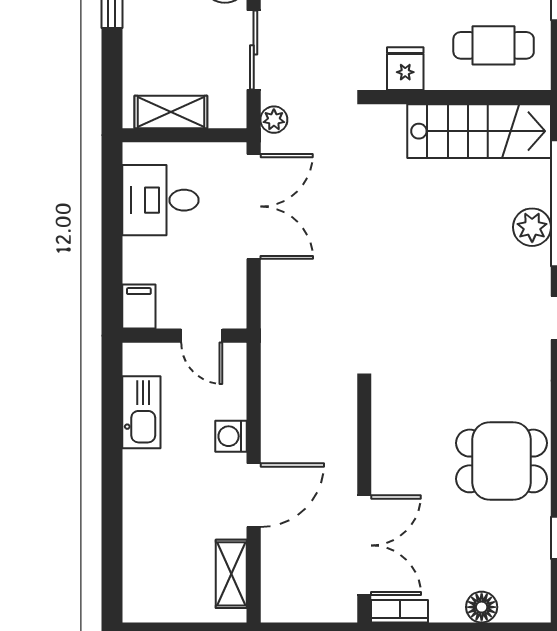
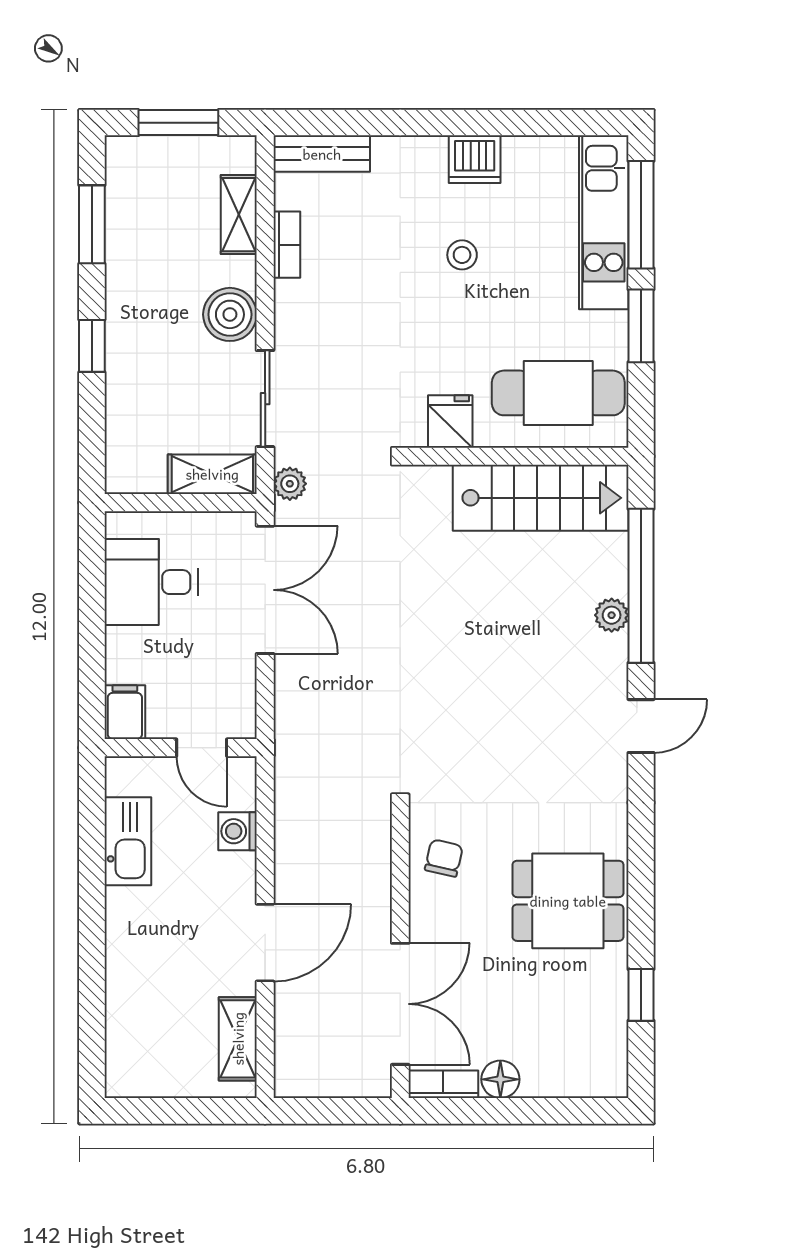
cafe table: (494, 45) -> (558, 393), width x1.37, depth x1.35
shelving: (171, 112) -> (212, 474), moved
plant: (532, 227) -> (612, 615), width x0.73, depth x0.73
chair: (400, 426) -> (444, 858), added
washing machine: (231, 436) -> (237, 831), moved
floor lamp: (482, 607) -> (500, 1079), moved

